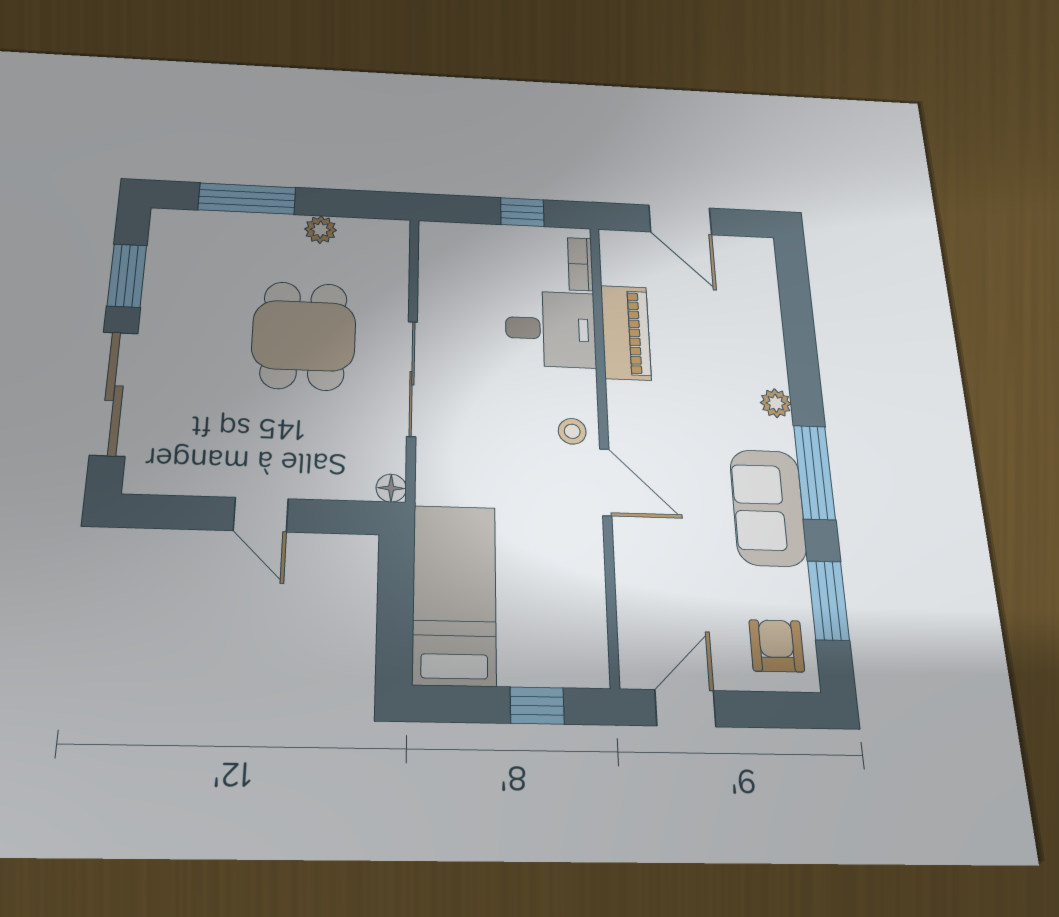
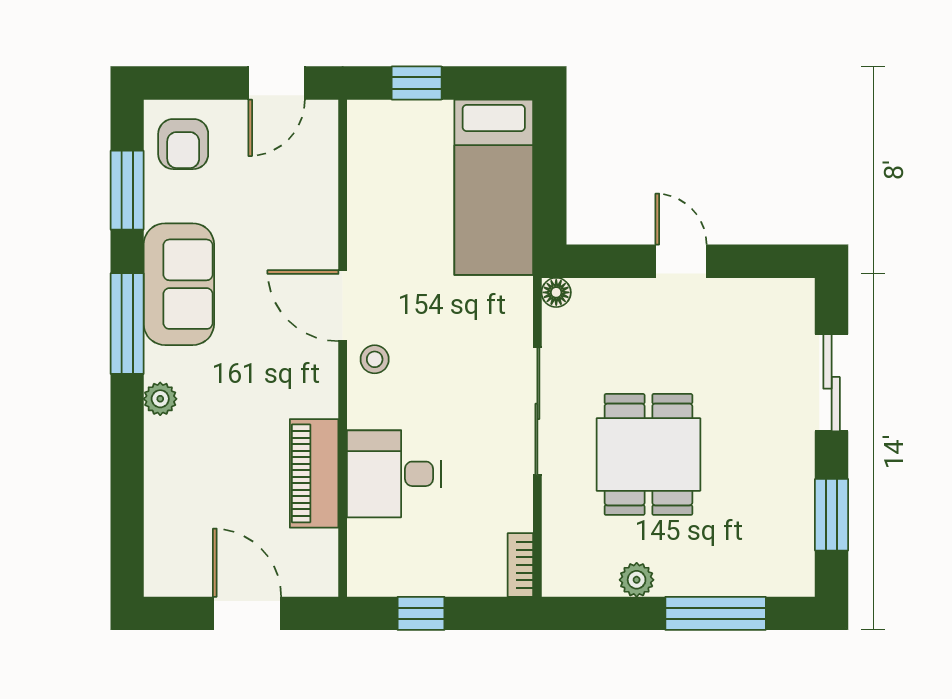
bookcase: (580, 264) -> (520, 565), moved, turned 180
sliding door: (114, 393) -> (832, 383), width x0.73

